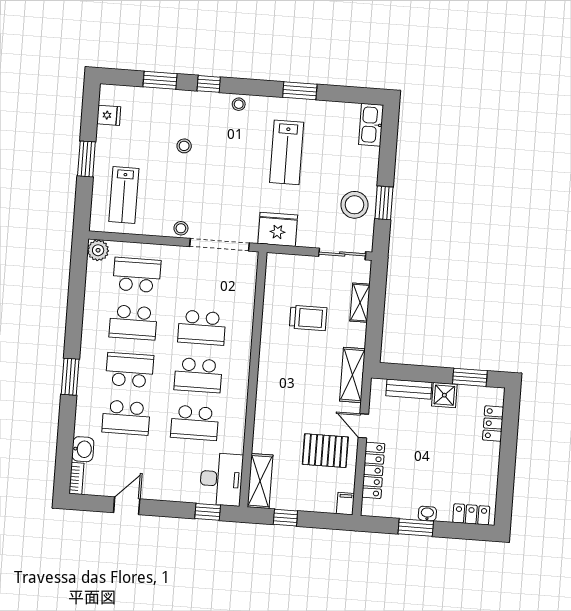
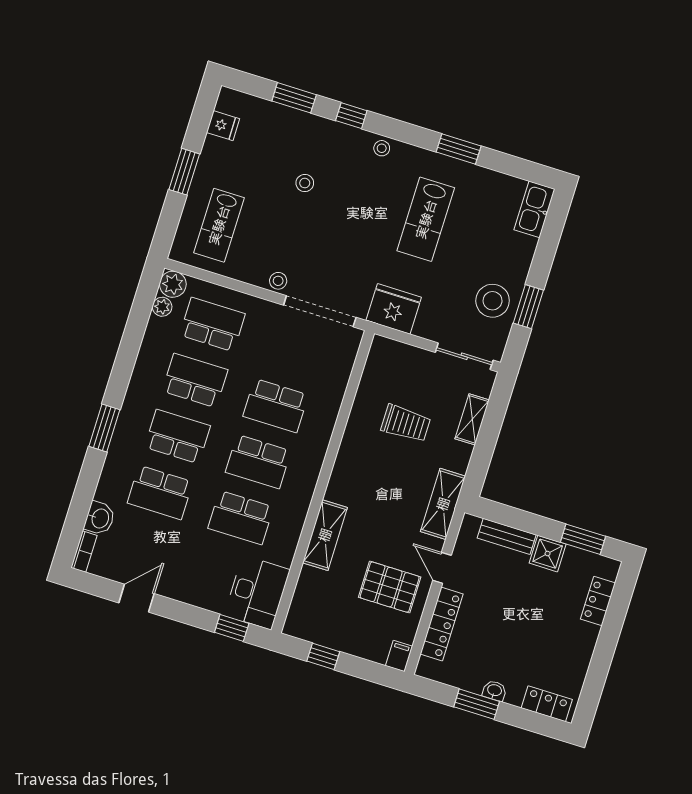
plant: (94, 270) -> (162, 307), added
school desk: (133, 322) -> (195, 380), turned 180
shelving: (260, 481) -> (325, 535), moved

